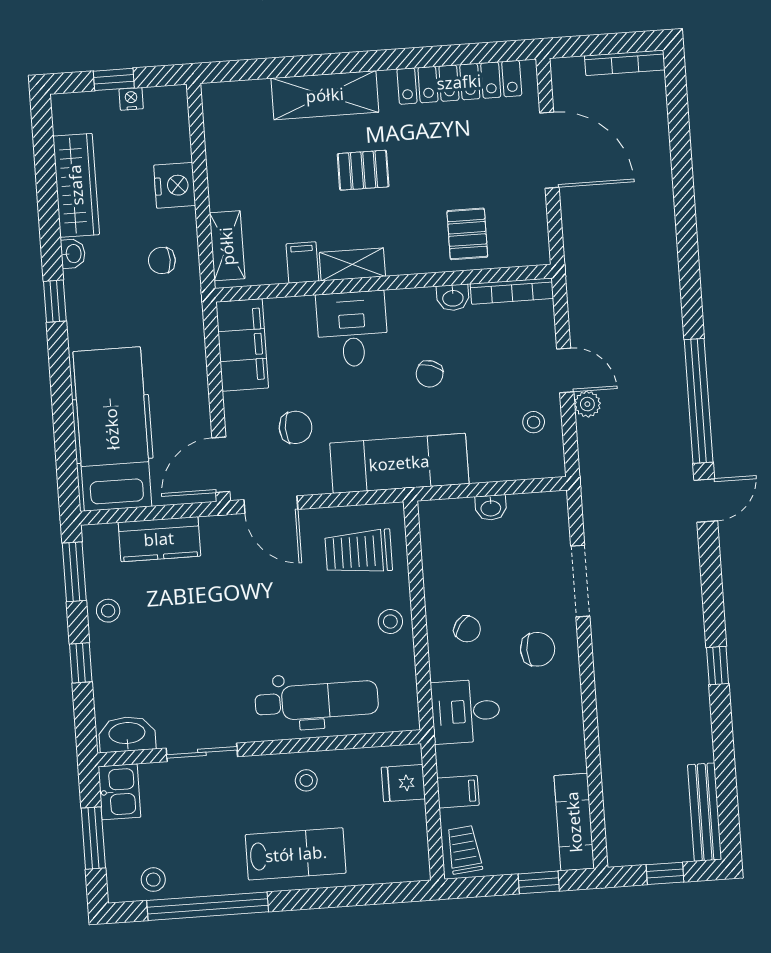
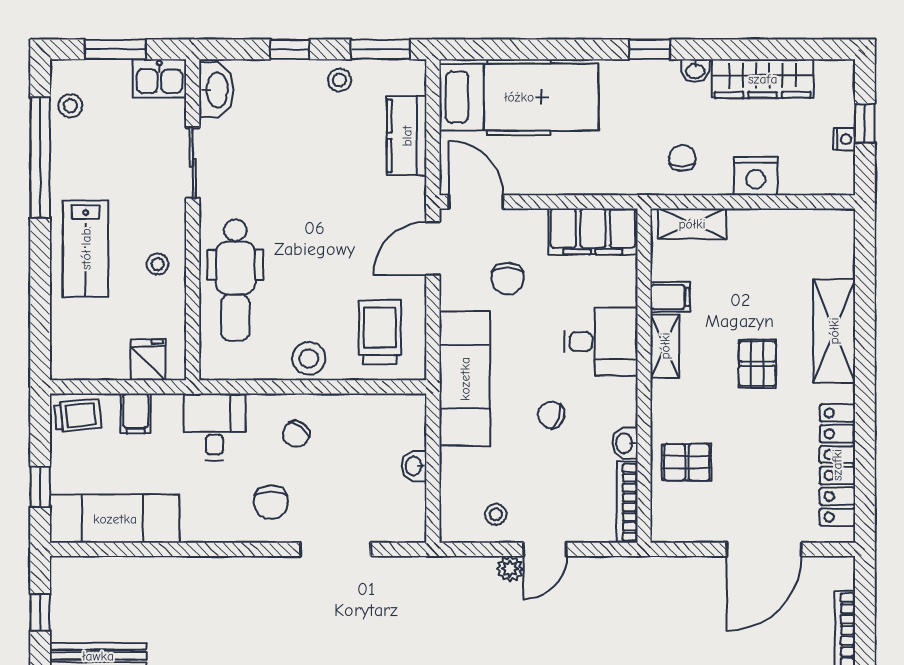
stool: (390, 622) -> (309, 359), width x1.37, depth x1.37
exam couch: (574, 822) -> (115, 519), width x1.36, depth x1.45

